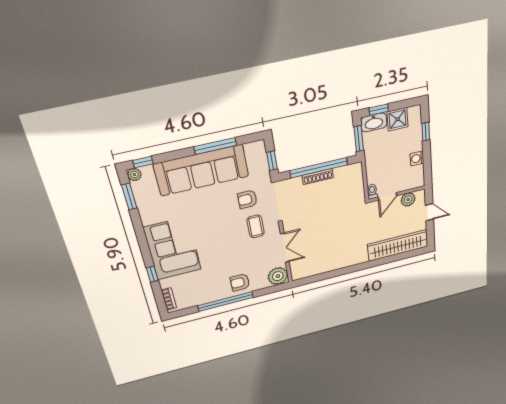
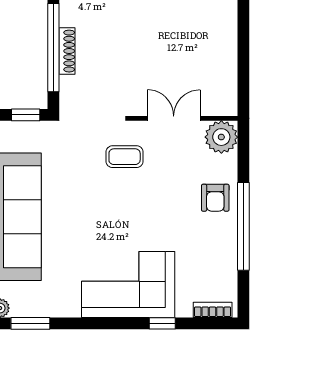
armchair: (247, 199) -> (77, 161), removed

